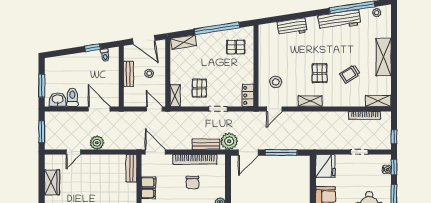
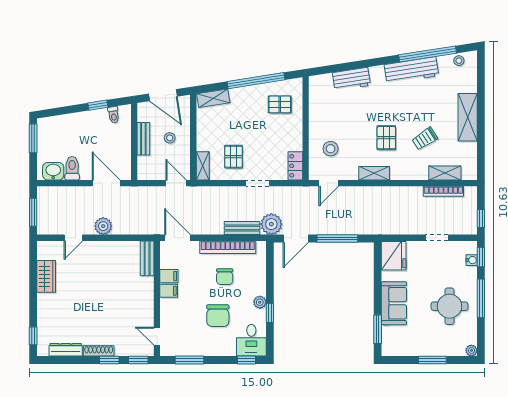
window: (42, 86) -> (33, 138), moved
shelving: (378, 101) -> (445, 173), moved

